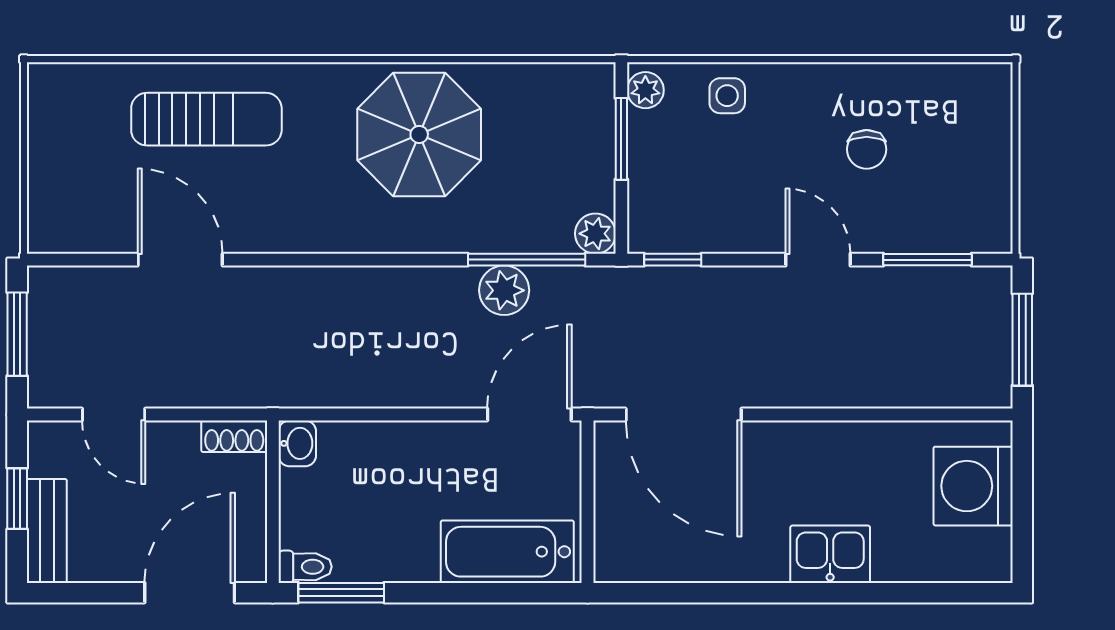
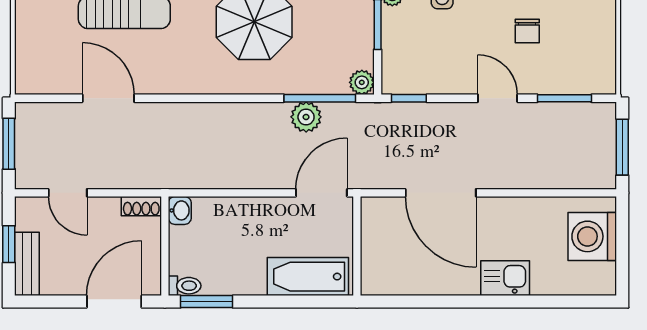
door: (684, 415) -> (441, 193), moved

